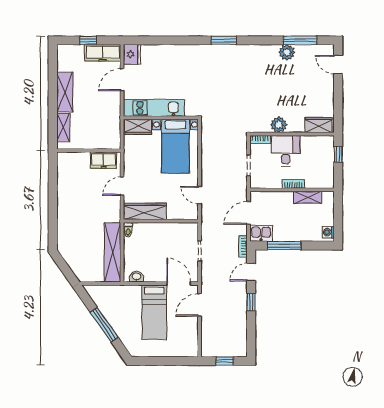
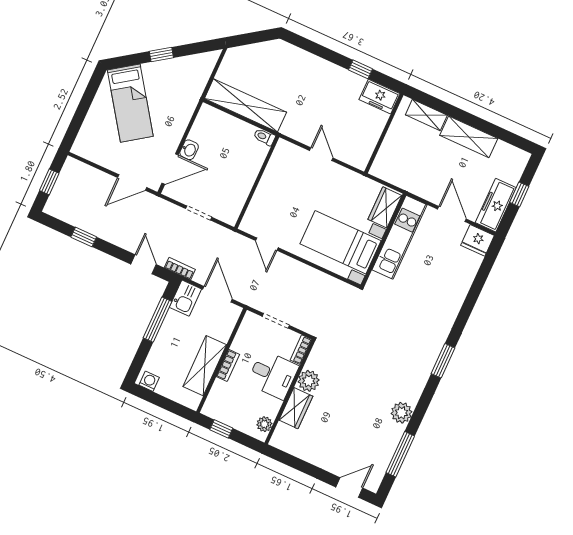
plant: (287, 52) -> (401, 413), moved
wardrobe: (319, 125) -> (296, 408), moved
plant: (322, 141) -> (264, 424), added
window: (338, 154) -> (221, 429), moved
freezer: (104, 160) -> (380, 97), moved, turned -90
window: (53, 186) -> (361, 69), added
door: (200, 195) -> (267, 244), swing flipped
shelving: (308, 197) -> (205, 366), width x1.50, depth x1.33
wardrobe: (145, 211) -> (278, 168), removed
washbasin: (137, 277) -> (189, 150), moved
window: (251, 302) -> (84, 237), moved
door: (200, 305) -> (132, 183), swing flipped
bed: (154, 312) -> (130, 103), moved, turned -125
window: (104, 325) -> (161, 55), width x0.46

